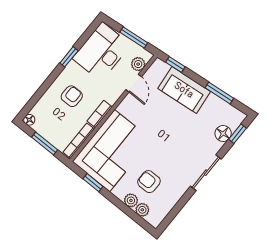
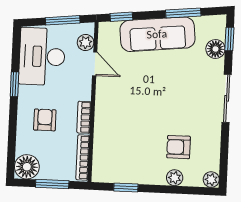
sofa: (184, 90) -> (157, 34), width x1.36
floor lamp: (29, 120) -> (27, 167), width x1.89, depth x1.89
corner sofa: (112, 151) -> (121, 143), removed
plant: (142, 210) -> (211, 180), moved

